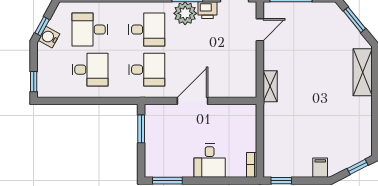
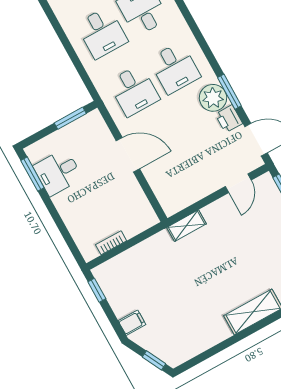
door: (260, 30) -> (238, 183), hinge flipped
desk: (210, 161) -> (58, 172), moved
bookcase: (252, 165) -> (111, 243), moved

